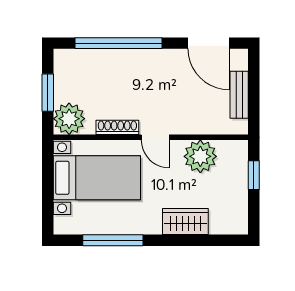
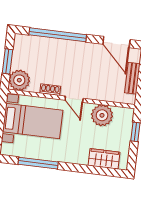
shoe rack: (117, 127) -> (50, 90), width x0.70
wardrobe: (185, 222) -> (104, 159), moved

